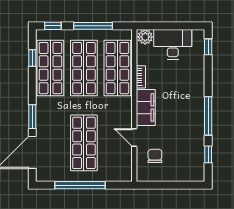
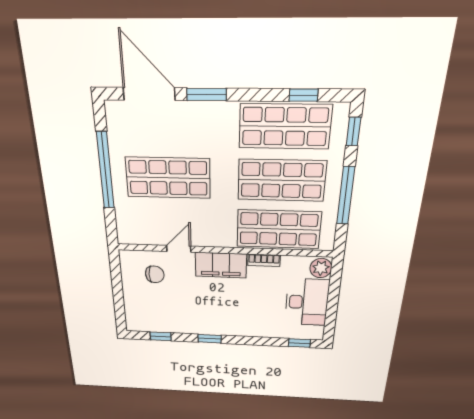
window: (208, 116) -> (210, 339), width x0.46

